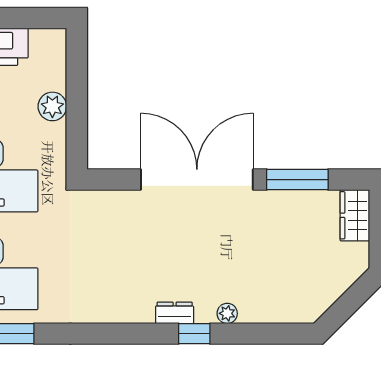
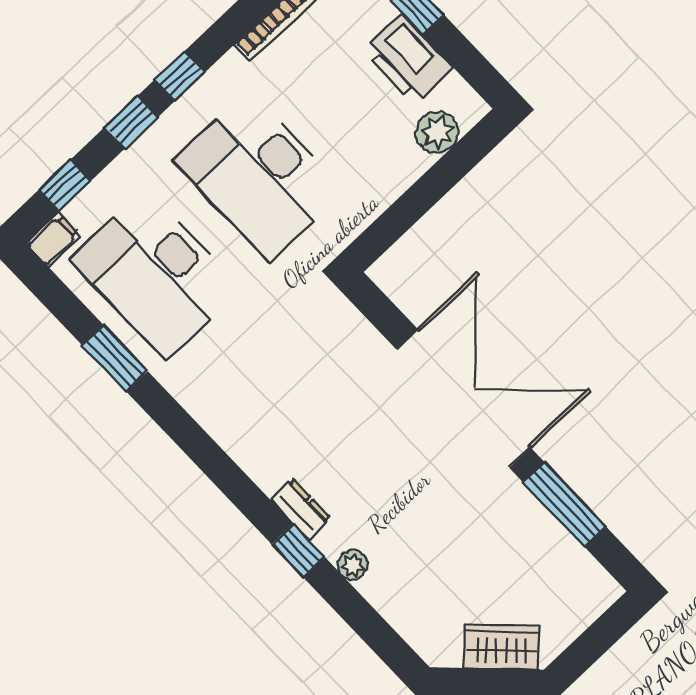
plant: (52, 106) -> (437, 132), moved
wardrobe: (355, 215) -> (502, 647), moved, turned 45

